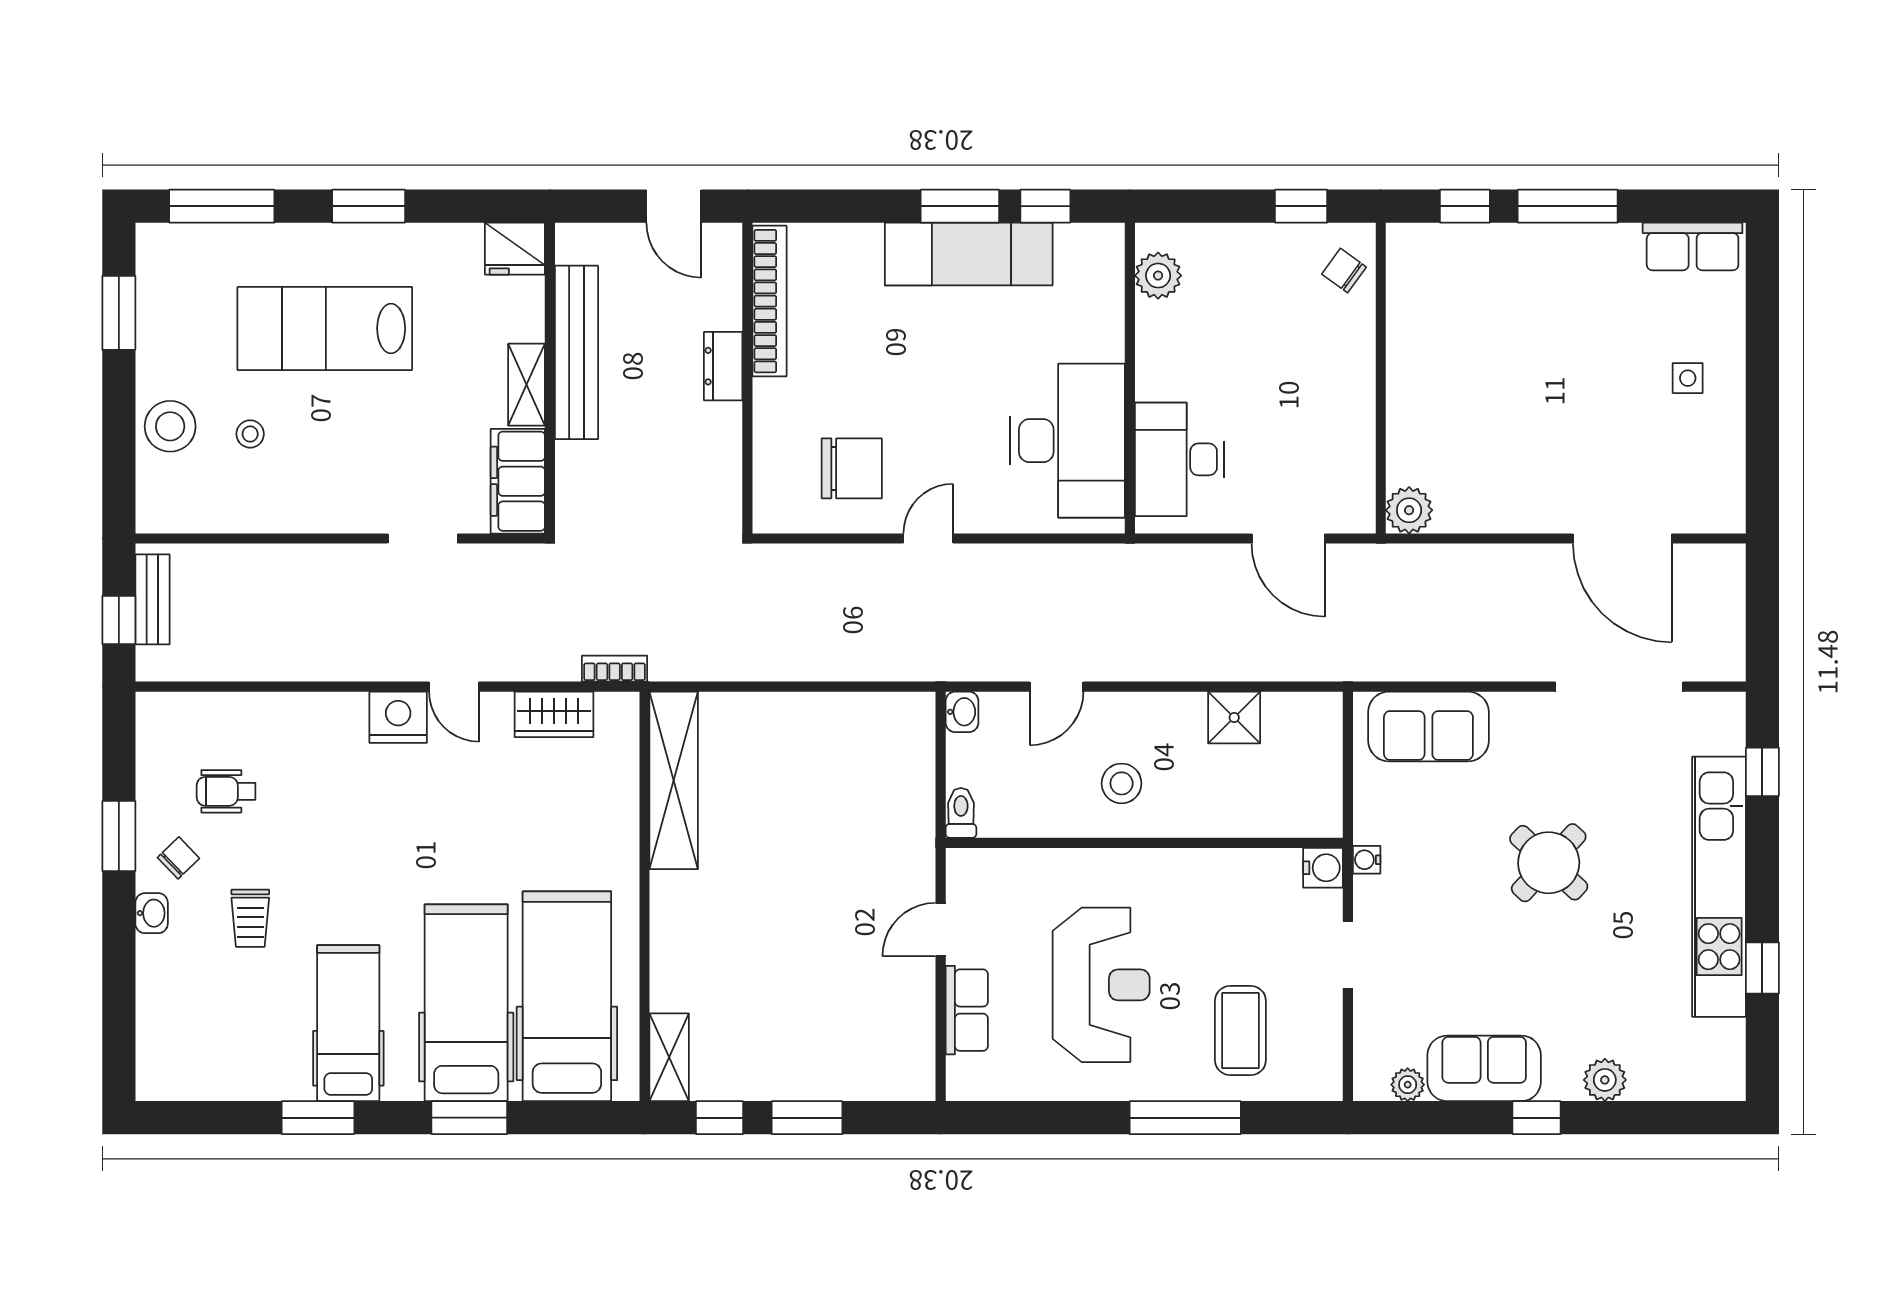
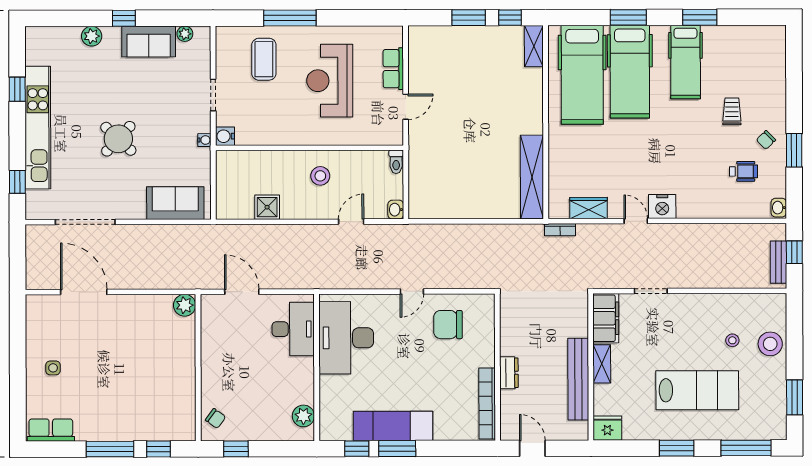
washbasin: (152, 913) -> (779, 208), moved

